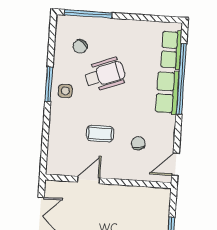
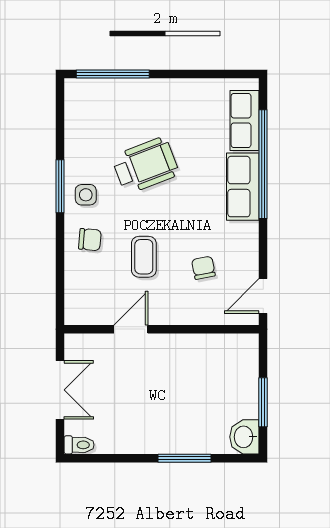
chair: (80, 46) -> (90, 240), moved, turned -123
coffee table: (100, 134) -> (144, 257), turned 90

